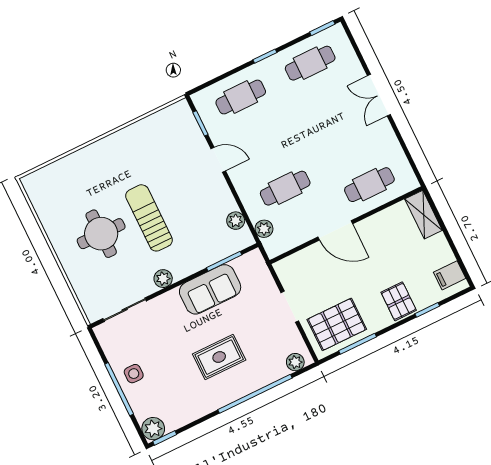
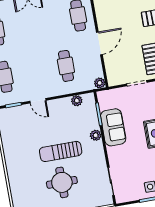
door: (218, 160) -> (38, 101), swing flipped
plant: (264, 229) -> (100, 83), moved
plant: (163, 279) -> (96, 135), moved

